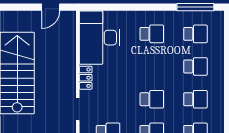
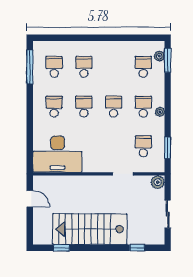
locker: (86, 78) -> (94, 167), removed
school desk: (195, 99) -> (84, 107), moved

